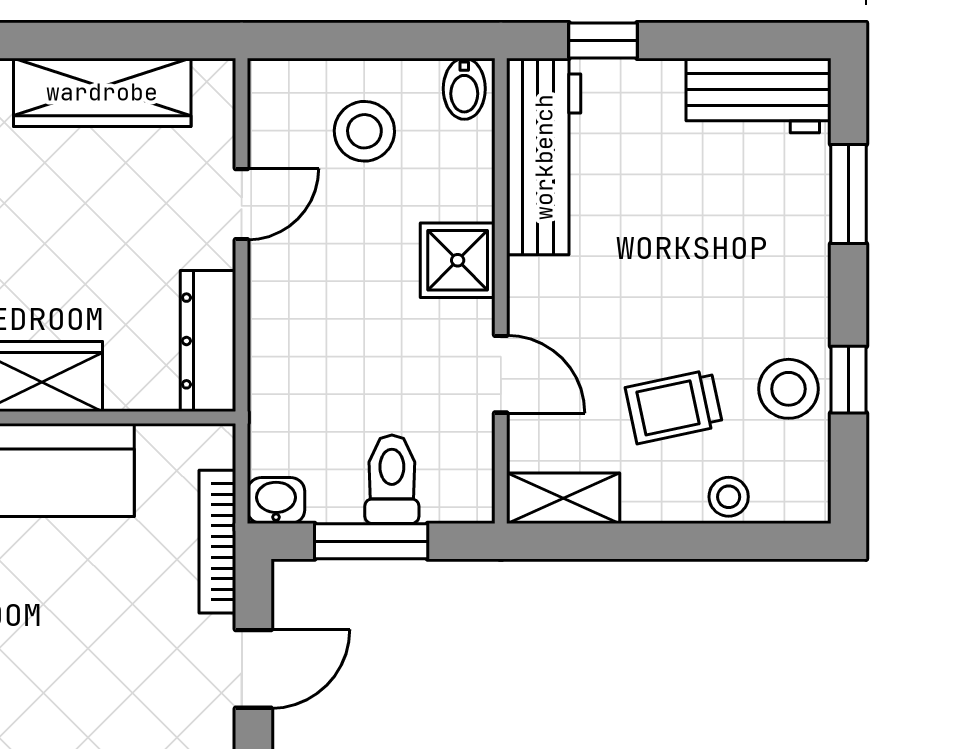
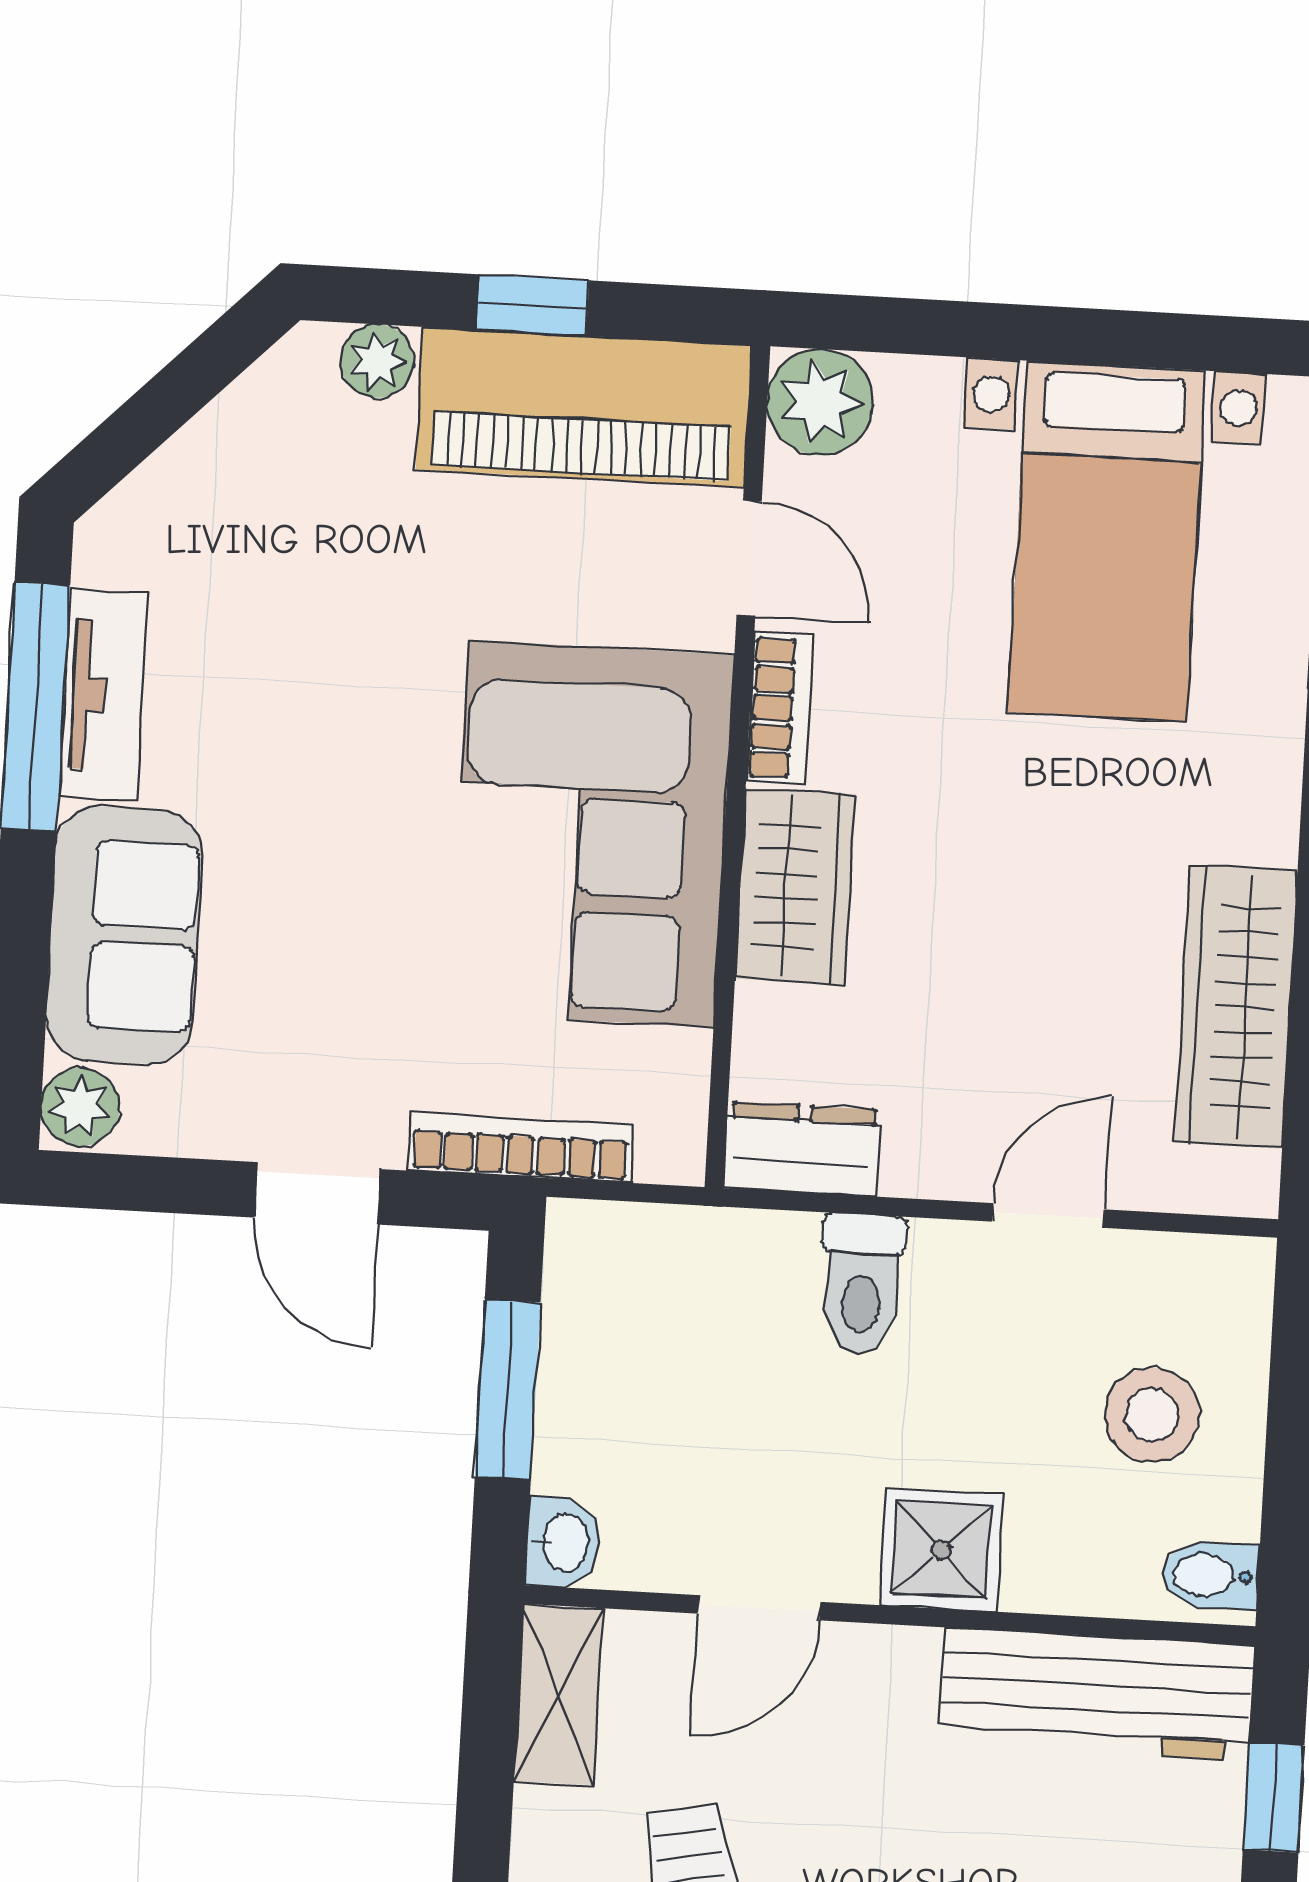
door: (242, 204) -> (1048, 1216), swing flipped
dresser: (208, 341) -> (803, 1149), width x0.70
toilet: (392, 479) -> (862, 1284), moved, turned 90
washbasin: (276, 501) -> (563, 1543), moved

